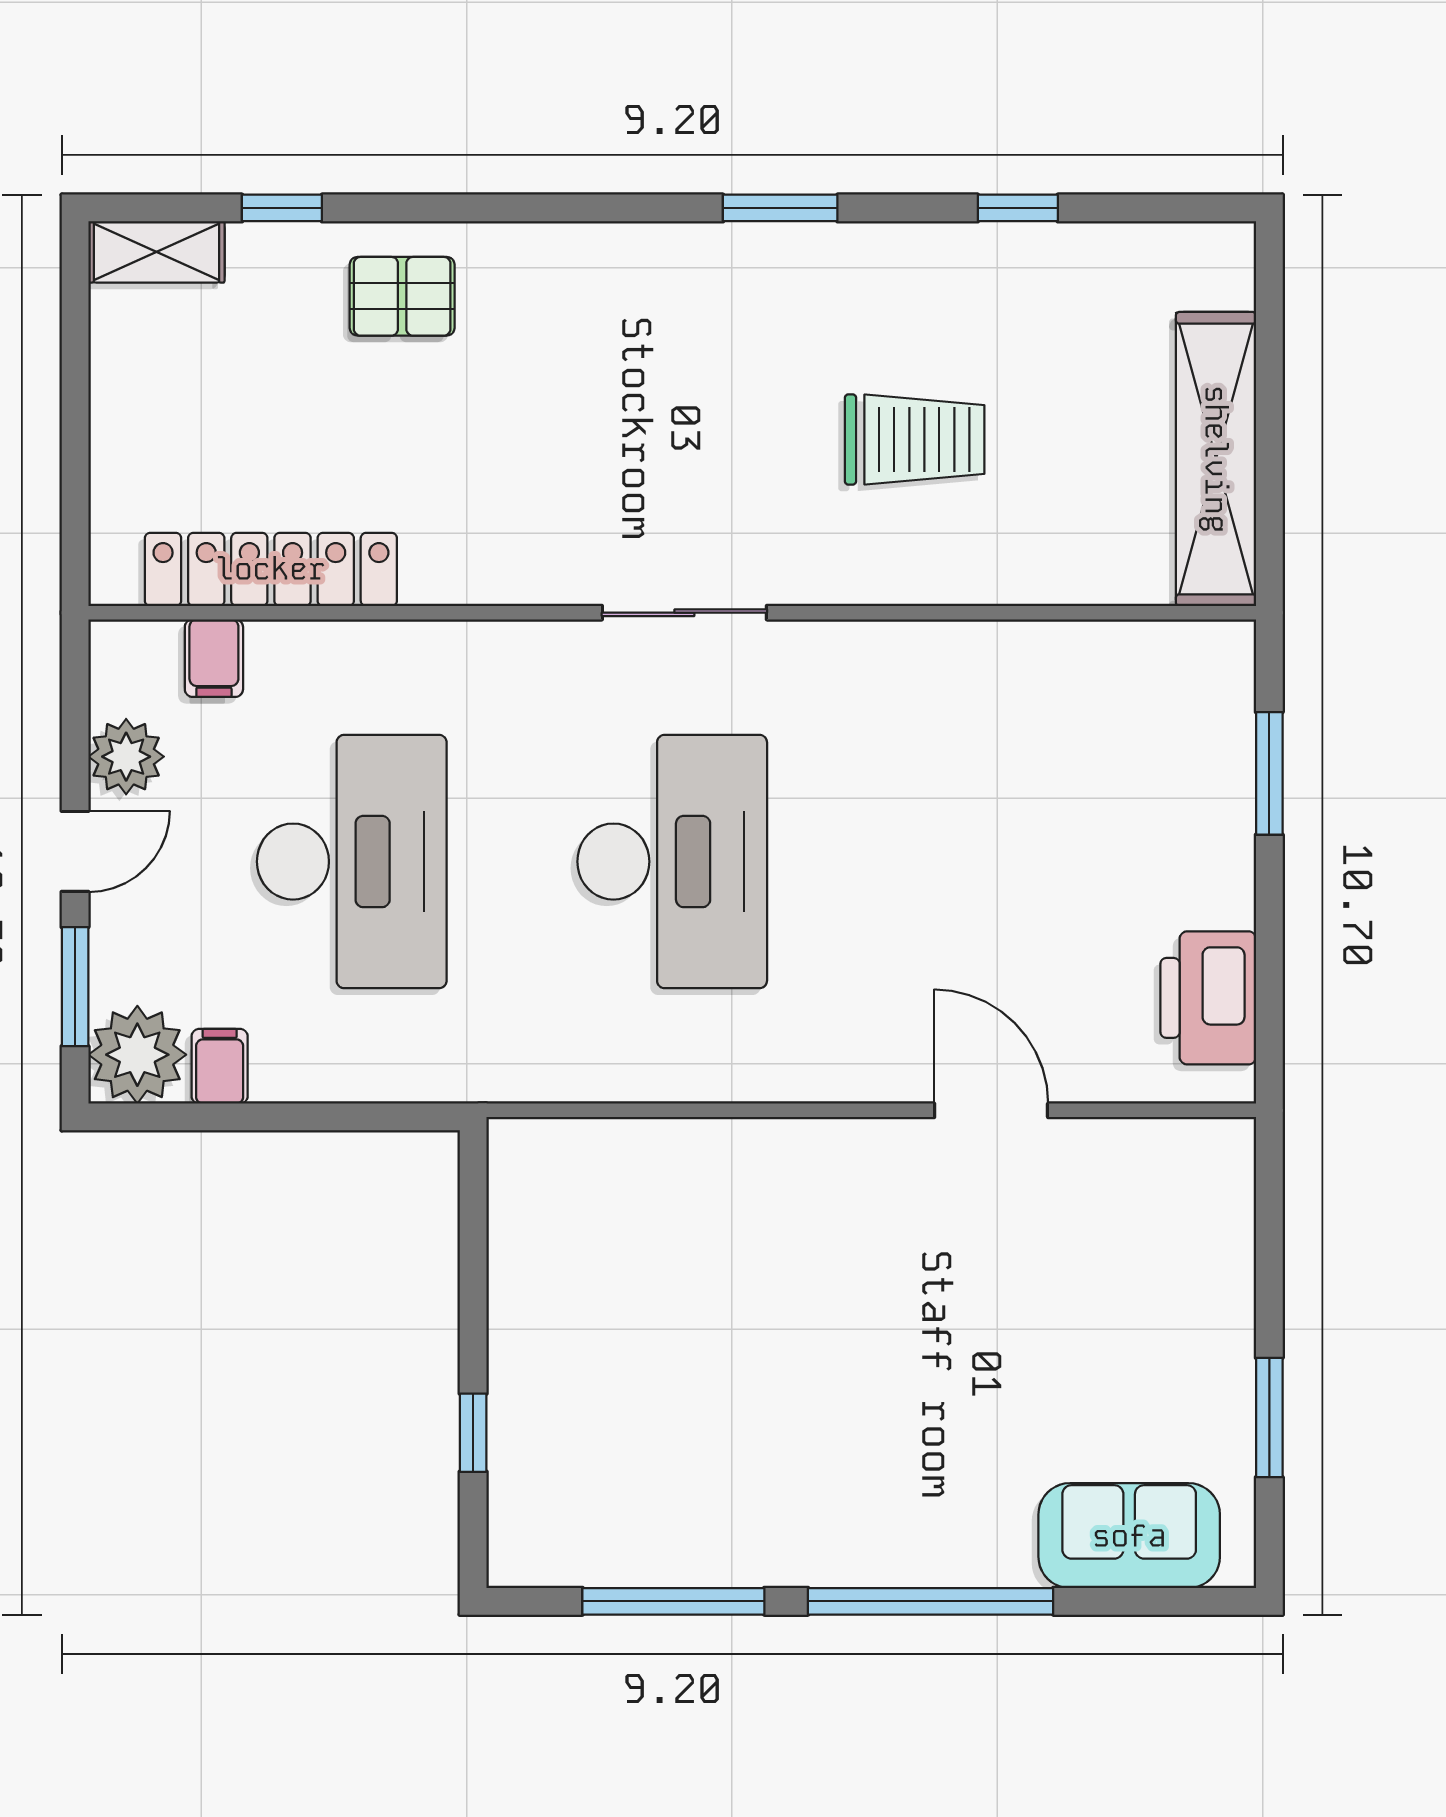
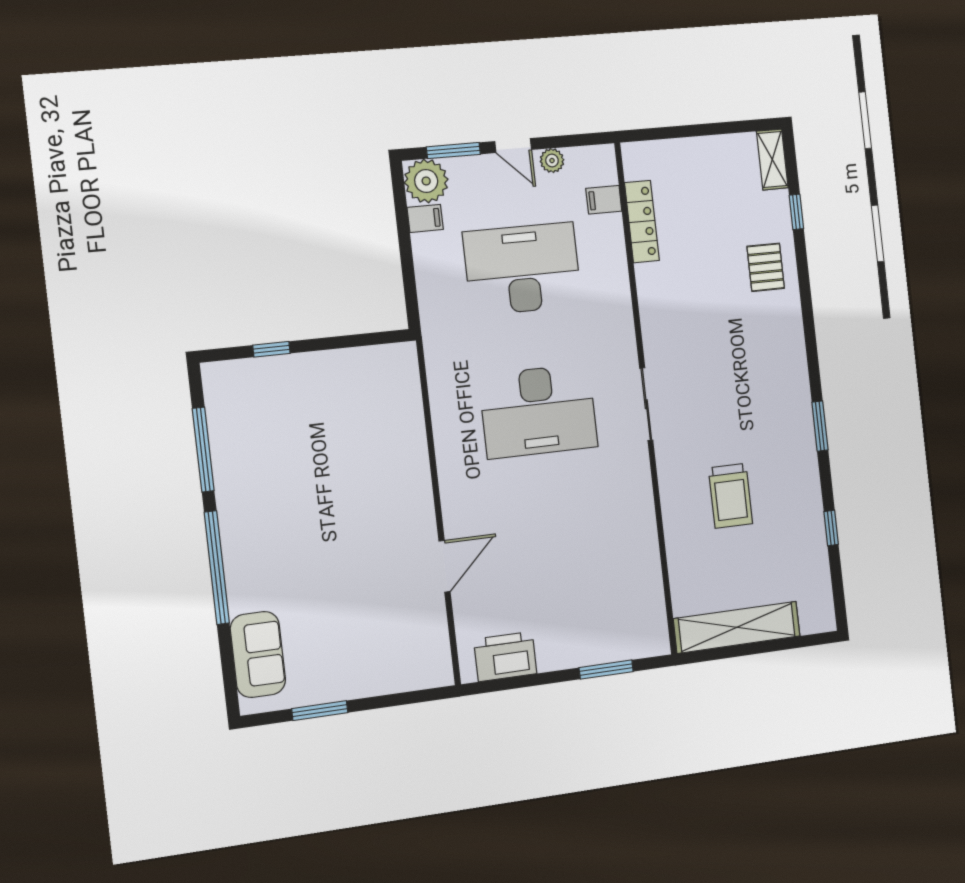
locker: (271, 569) -> (642, 222), width x0.71, depth x0.83
plant: (126, 757) -> (552, 161), width x0.73, depth x0.73
desk: (352, 862) -> (522, 269), turned 180

